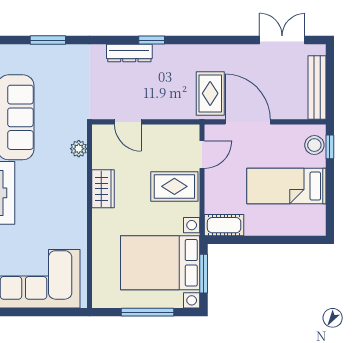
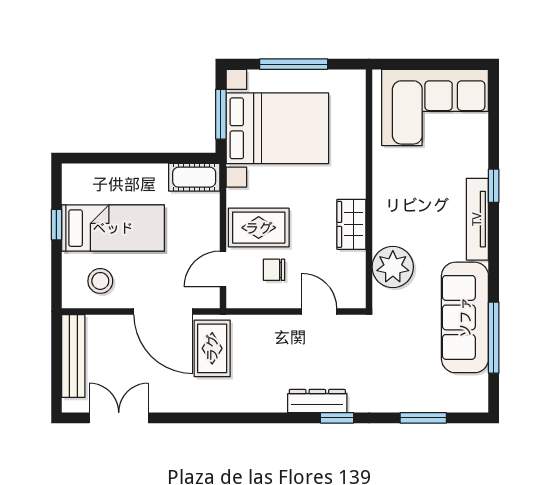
window: (152, 40) -> (337, 418), moved
double door: (282, 40) -> (119, 418), swing flipped
stool: (314, 145) -> (100, 281), moved
window: (330, 147) -> (56, 225), moved
plant: (79, 149) -> (393, 267), width x1.87, depth x1.87
chair: (163, 154) -> (274, 270), added

